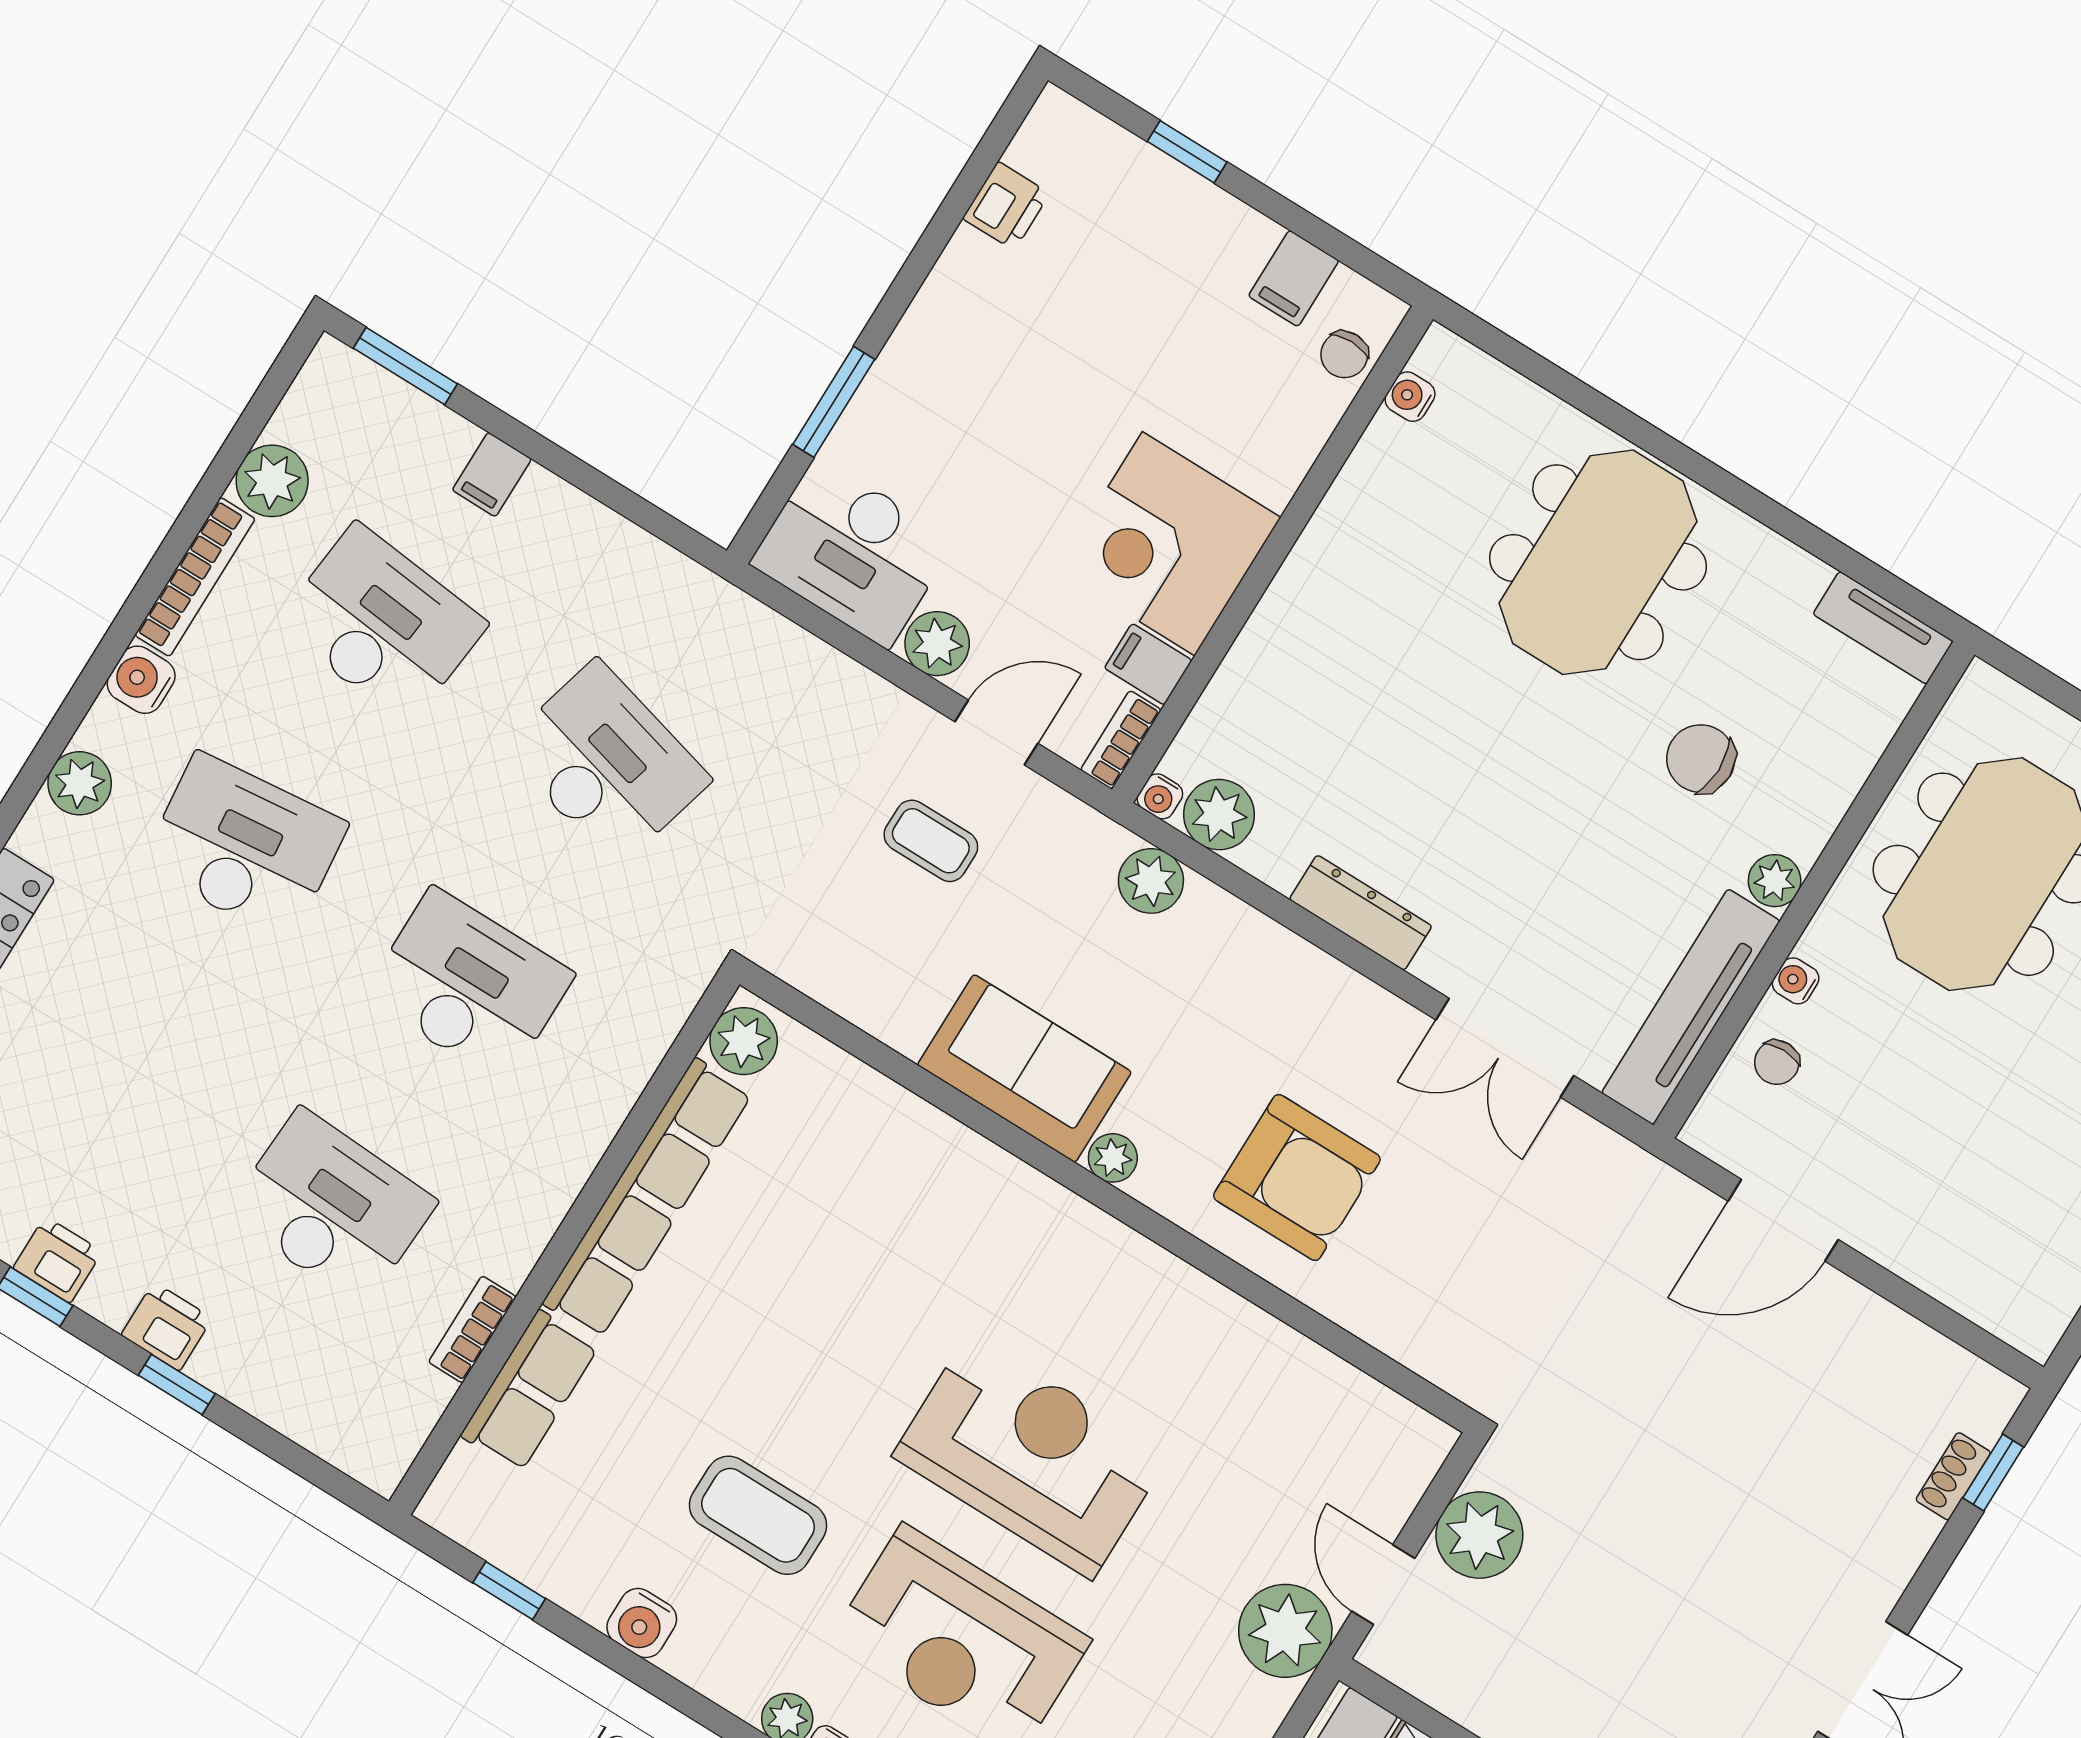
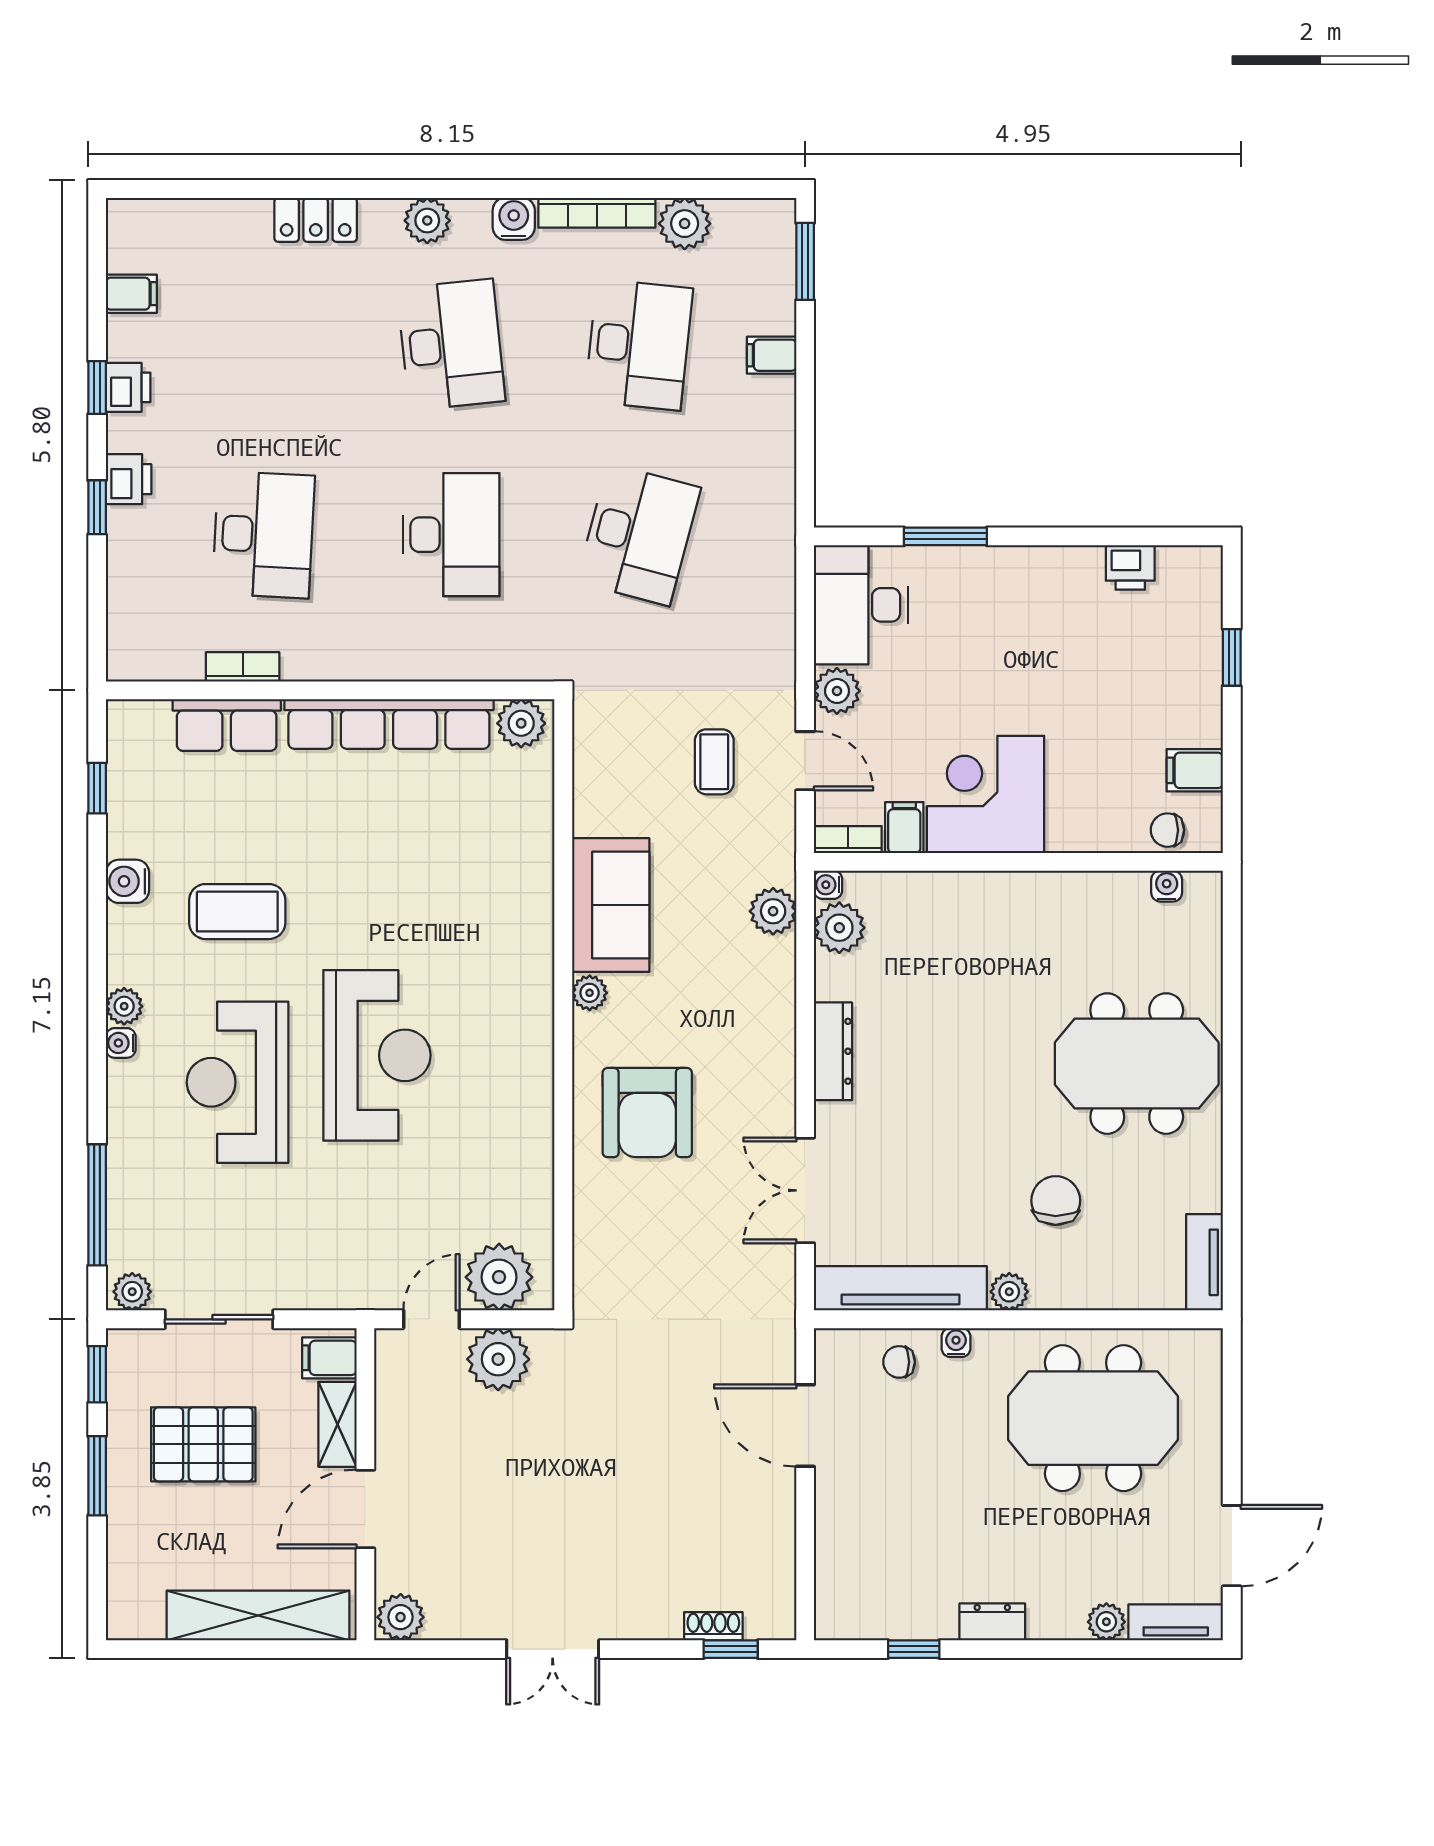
coffee table: (758, 1515) -> (237, 912), turned 90
plant: (1285, 1631) -> (499, 1277), moved

